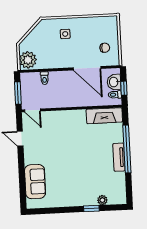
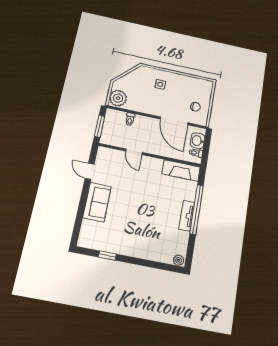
window: (124, 88) -> (206, 149), removed
door: (33, 110) -> (134, 152), moved
sofa: (35, 182) -> (97, 202), moved
plant: (102, 200) -> (179, 260), moved
window: (91, 209) -> (107, 256), moved

